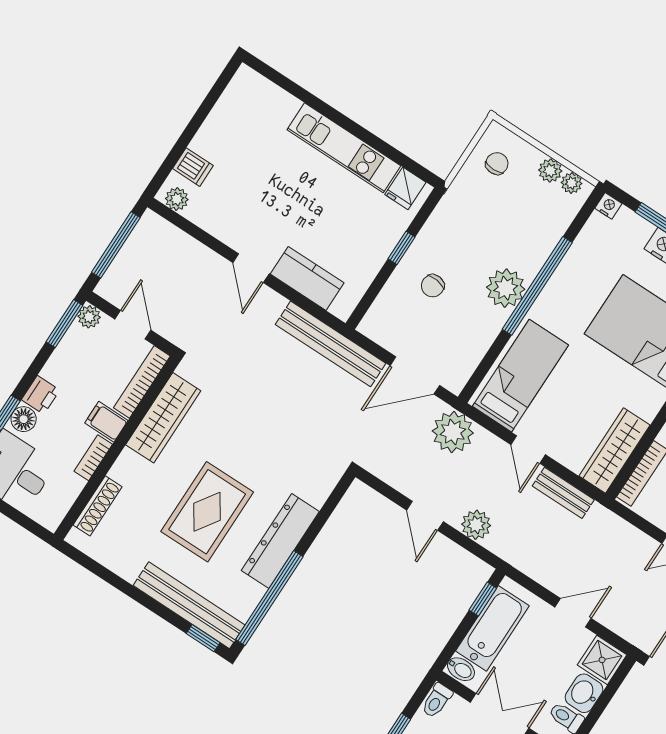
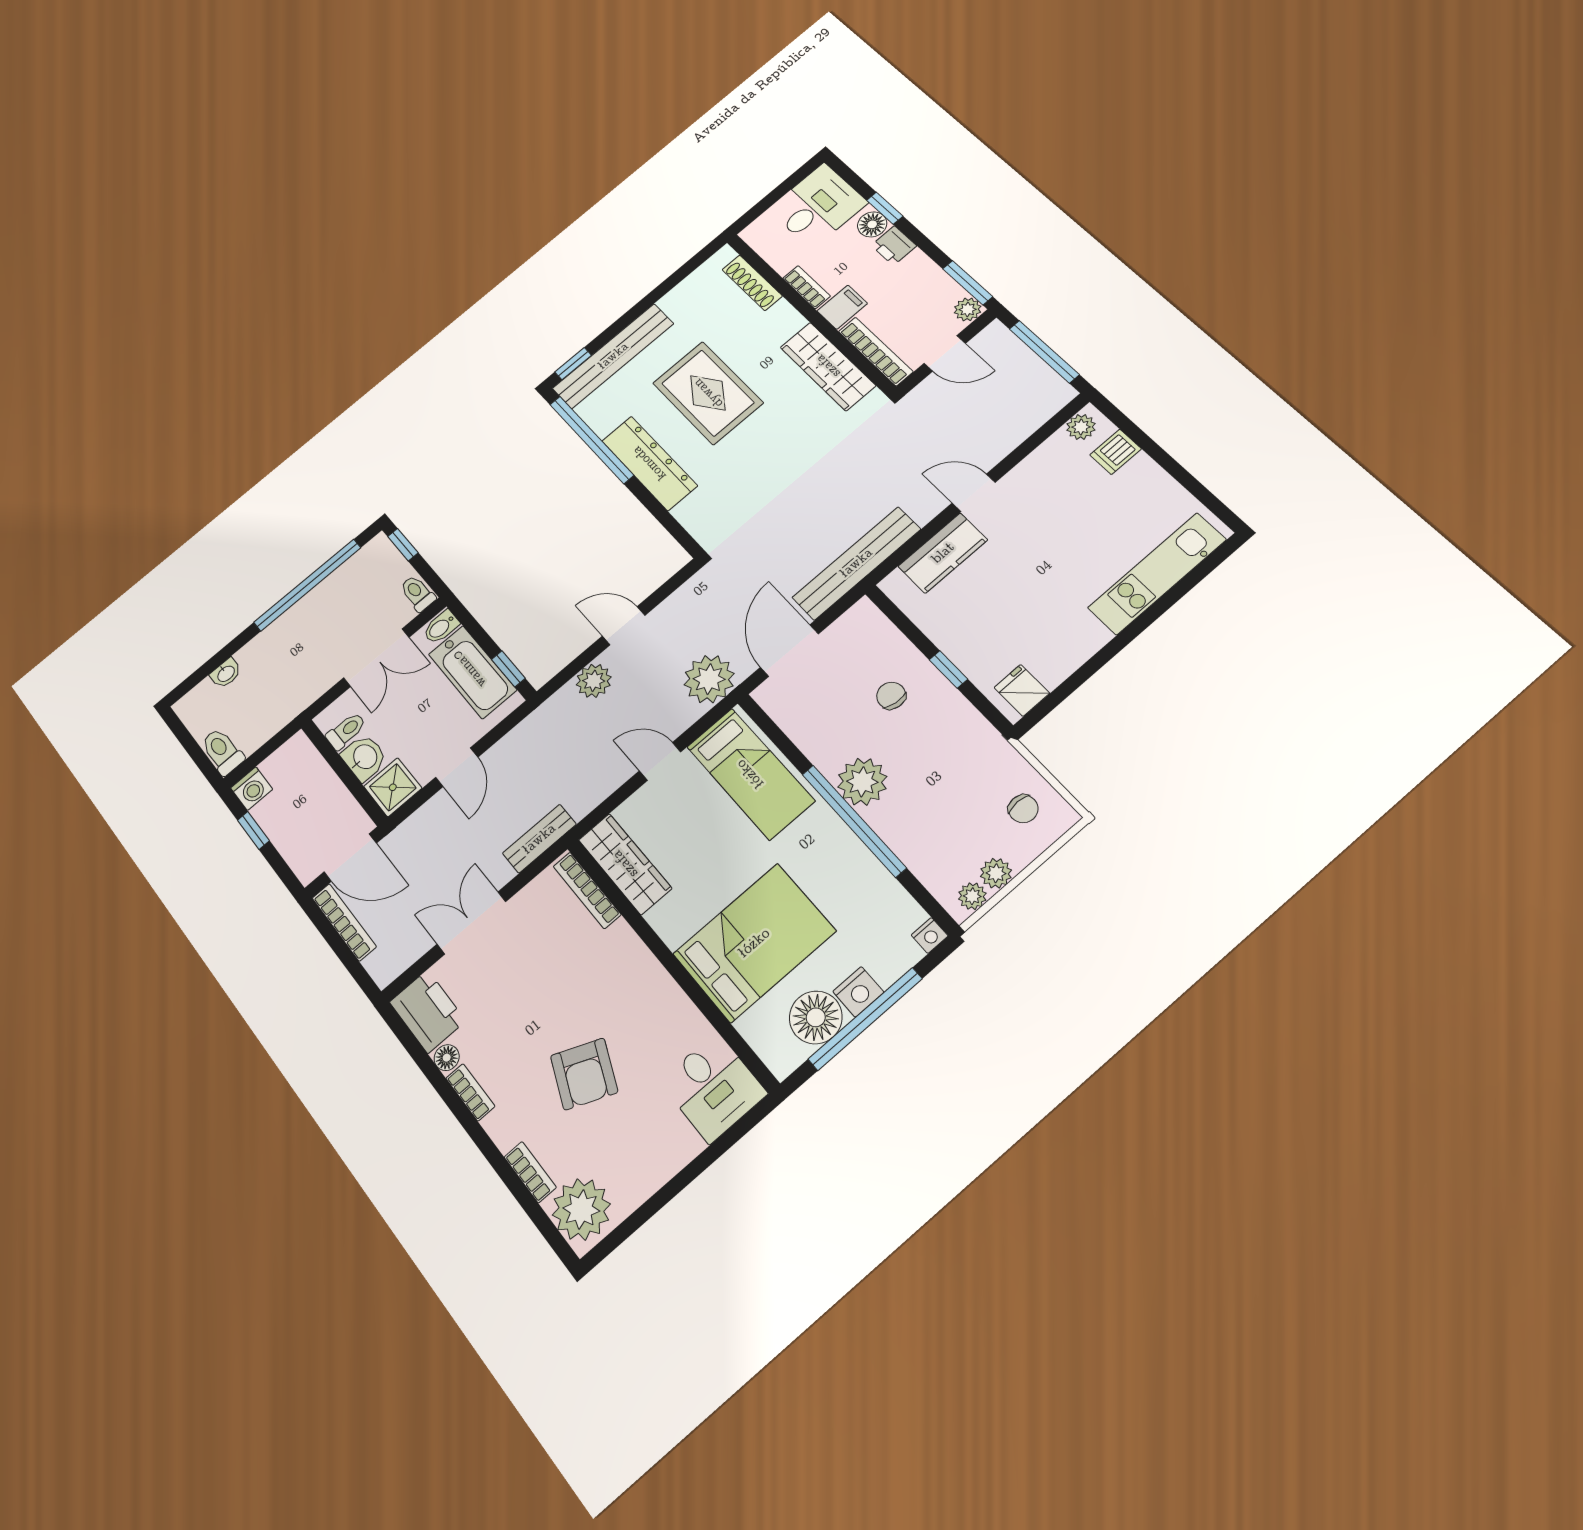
kitchen unit: (344, 148) -> (1157, 574), moved
bench: (563, 493) -> (539, 839), moved

